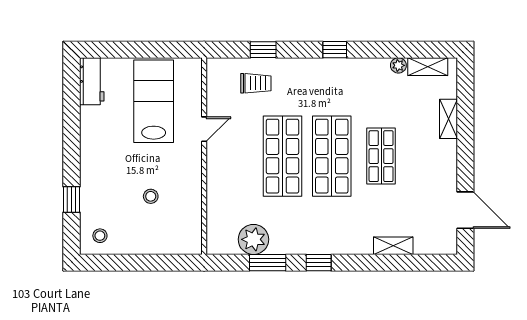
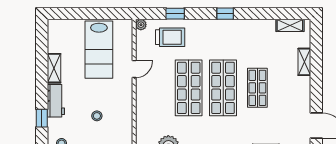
plant: (398, 65) -> (141, 25), moved
workbench: (92, 81) -> (56, 101), moved
trolley: (256, 83) -> (170, 37), width x1.36, depth x1.39
lab bench: (154, 101) -> (99, 50), turned 180
shelving: (89, 128) -> (54, 68), added

